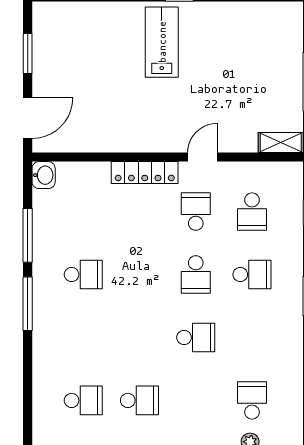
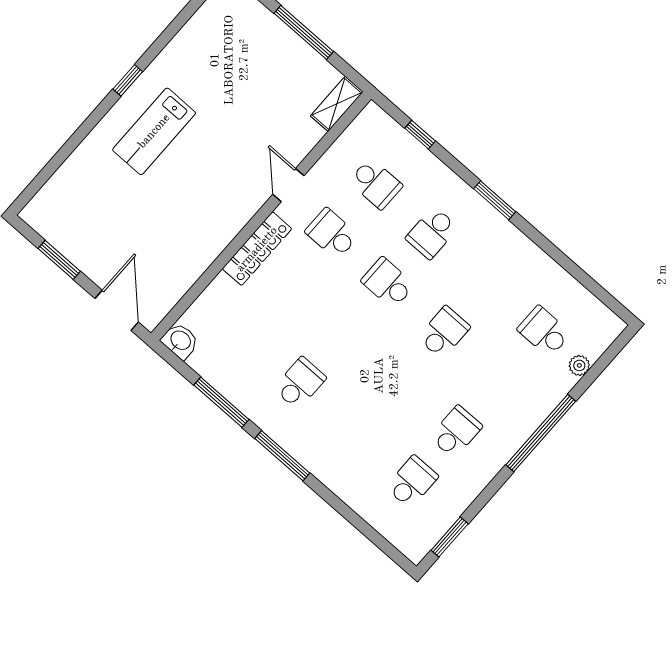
lab bench: (162, 42) -> (154, 131), turned -90
school desk: (196, 275) -> (388, 283), turned 180
school desk: (252, 275) -> (432, 233), turned 180

